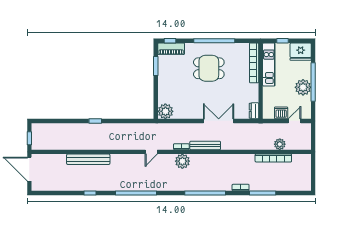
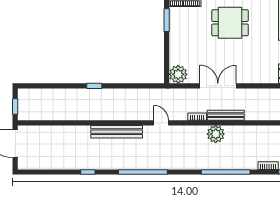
double door: (219, 121) -> (218, 86), moved
door: (151, 152) -> (161, 123), swing flipped
bench: (88, 159) -> (117, 132), moved
plant: (182, 161) -> (216, 134), moved

